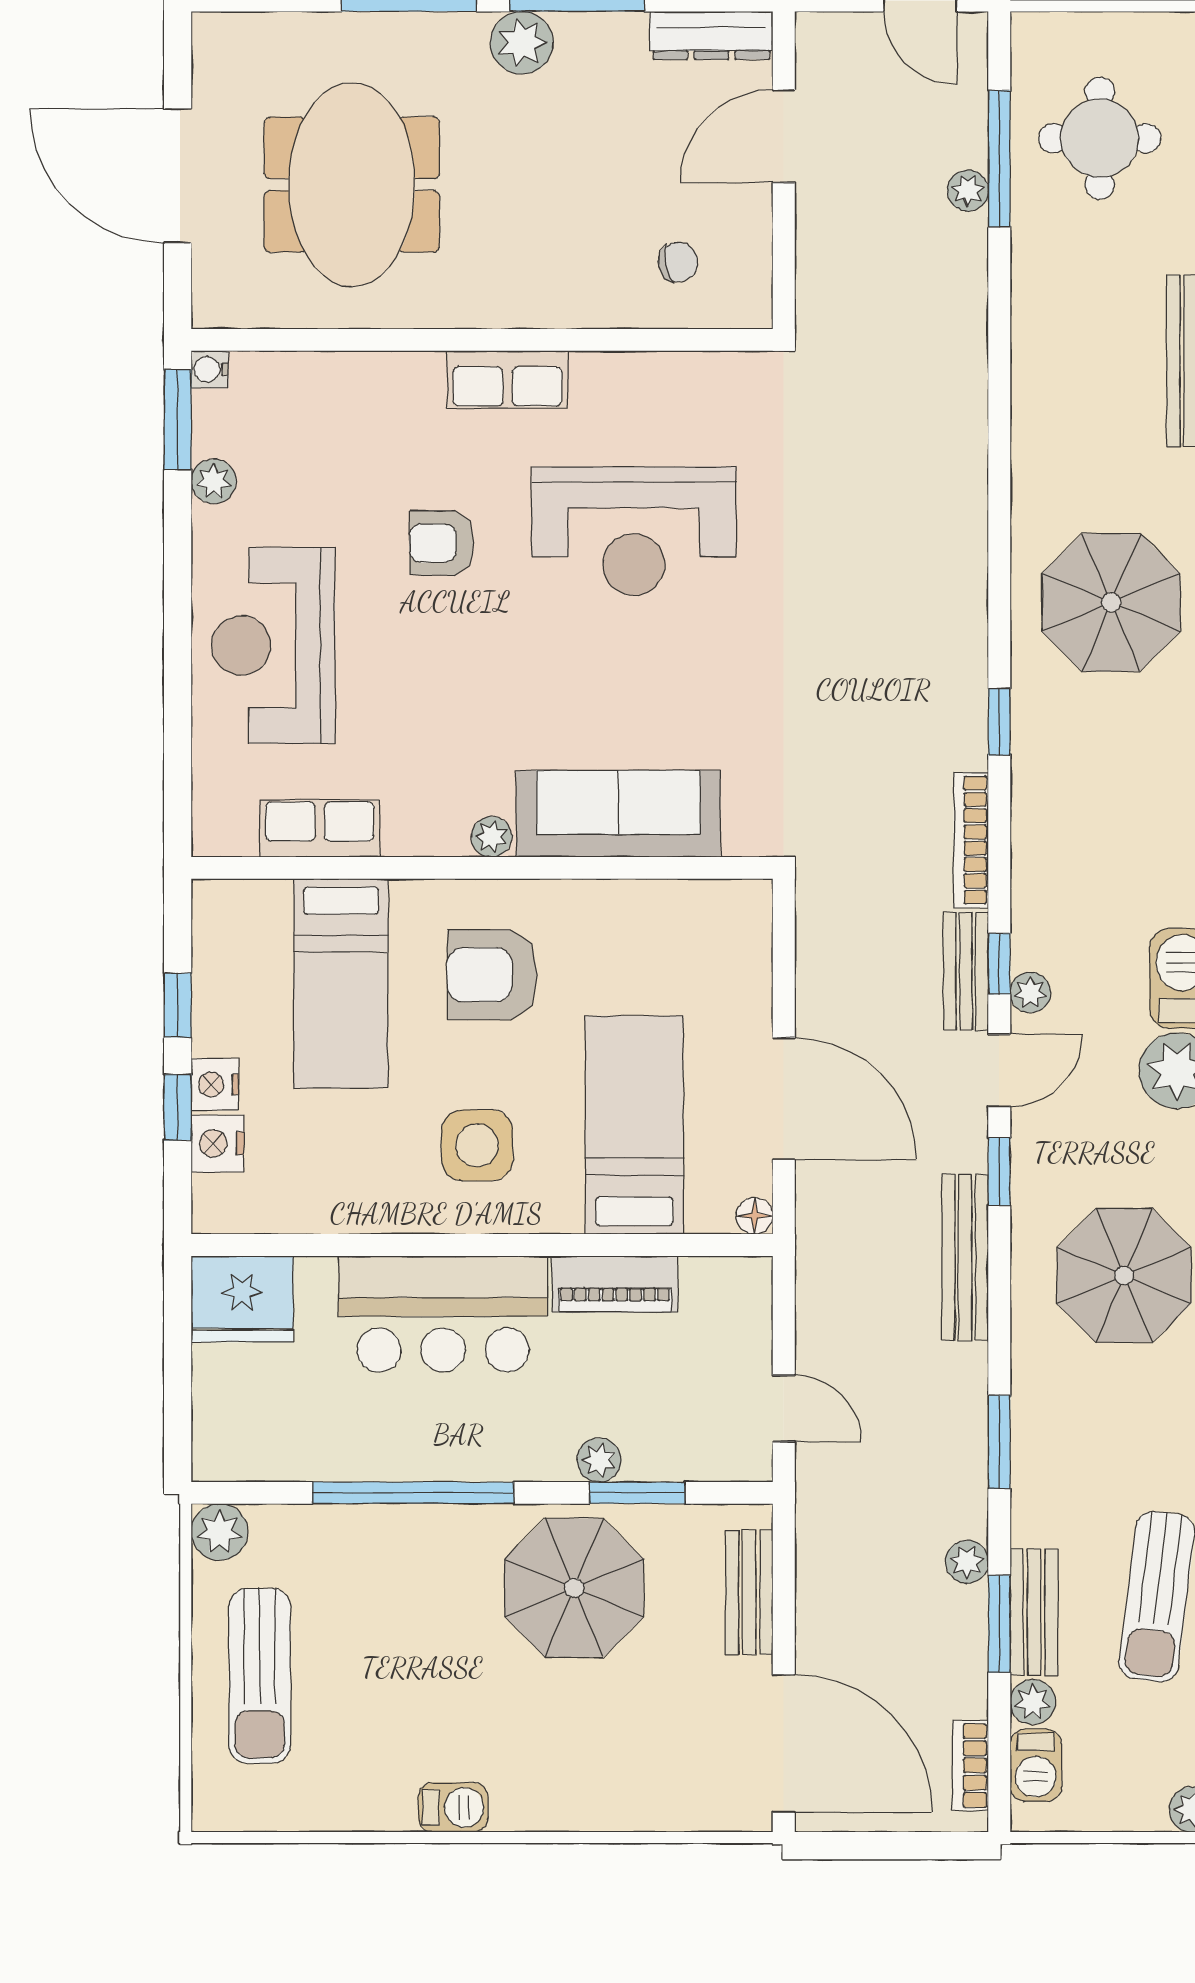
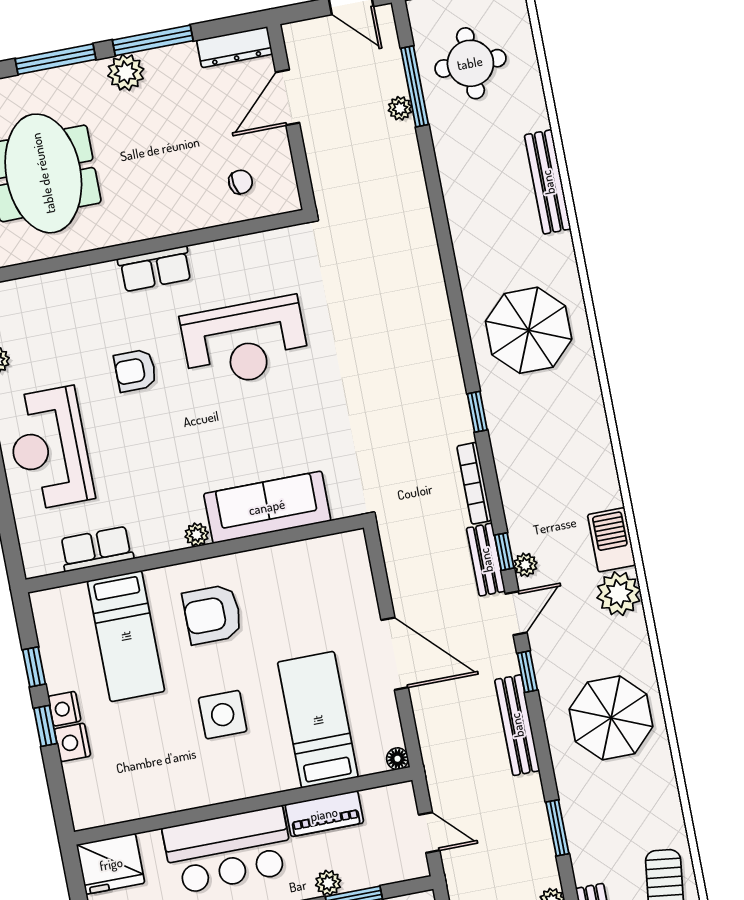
bed: (634, 1125) -> (318, 720), moved
floor lamp: (755, 1216) -> (397, 759), moved
wall: (482, 1245) -> (243, 806), moved
piano: (615, 1284) -> (324, 814), moved
fridge: (242, 1299) -> (111, 864), moved
bar counter: (443, 1314) -> (228, 850), moved

